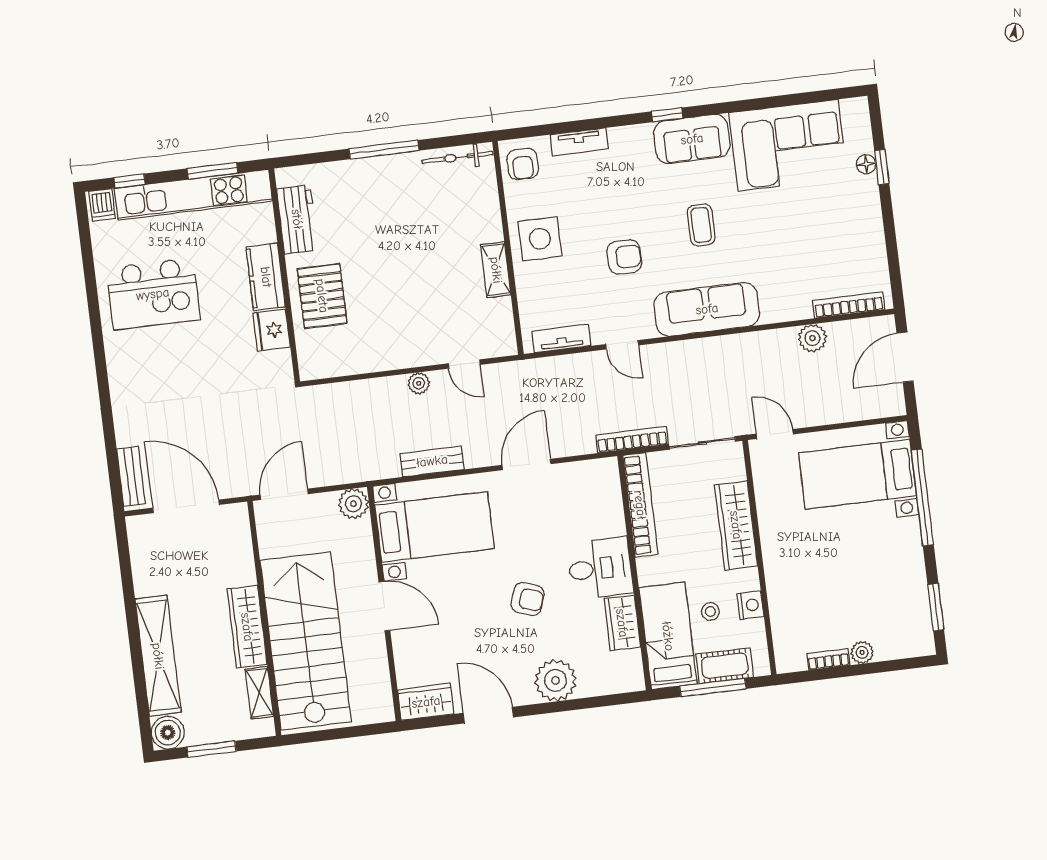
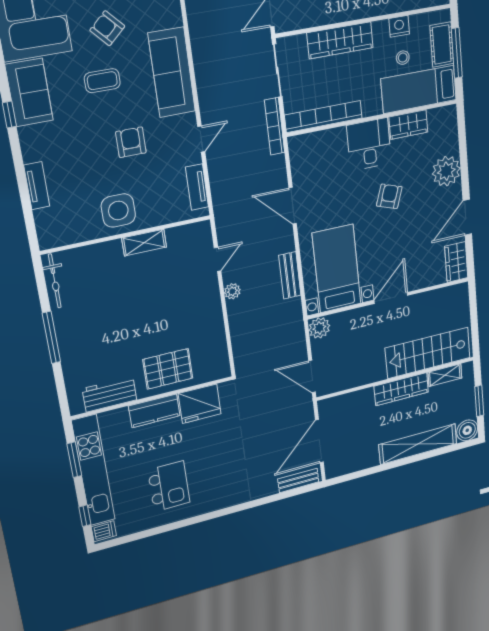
armchair: (523, 164) -> (107, 28), moved, turned -133
kitchen island: (153, 294) -> (169, 486), width x0.73, depth x0.78
fridge: (272, 330) -> (200, 404), width x1.36, depth x1.34
stairs: (306, 641) -> (428, 353), width x0.73, depth x0.66

